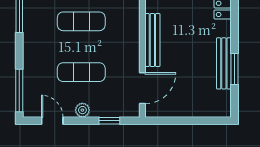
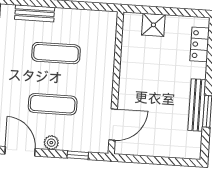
bench: (152, 40) -> (126, 77), removed
door: (52, 121) -> (20, 151), width x1.38

